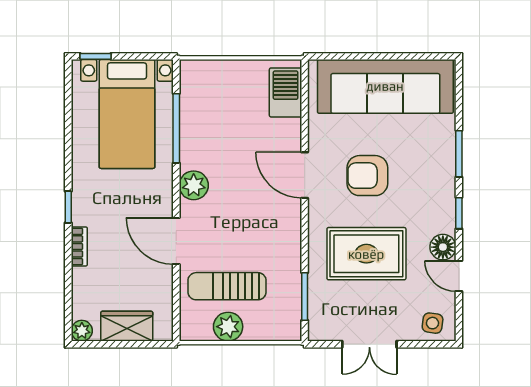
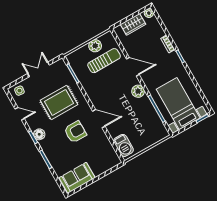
sofa: (385, 86) -> (77, 178), width x0.54, depth x0.79
floor lamp: (443, 247) -> (39, 134), moved

